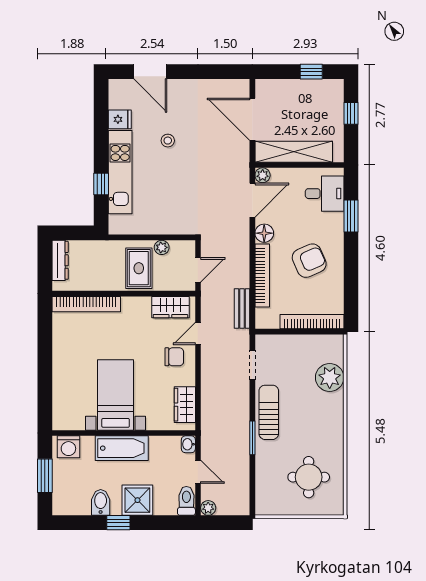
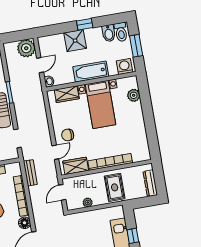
rug: (139, 268) -> (115, 187), moved
bookcase: (86, 304) -> (110, 162), moved
plant: (62, 400) -> (134, 95), added
wardrobe: (185, 405) -> (67, 94), moved, turned 90
door: (198, 472) -> (40, 65), swing flipped
toilet: (186, 501) -> (121, 32), moved
bidet: (101, 502) -> (109, 33), moved
plant: (208, 508) -> (26, 48), width x1.88, depth x1.88

